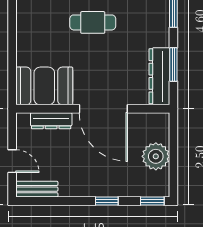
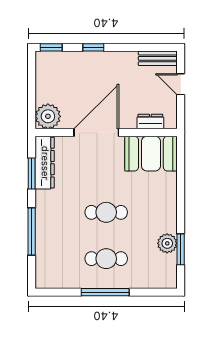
door: (103, 109) -> (96, 133), hinge flipped
dresser: (51, 121) -> (150, 122), width x0.70
plant: (156, 156) -> (48, 116), moved

